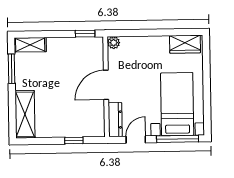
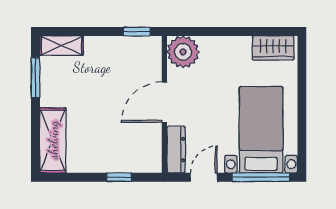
plant: (114, 43) -> (183, 52), width x1.88, depth x1.88

